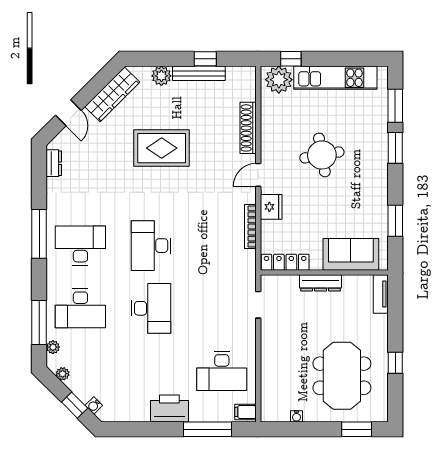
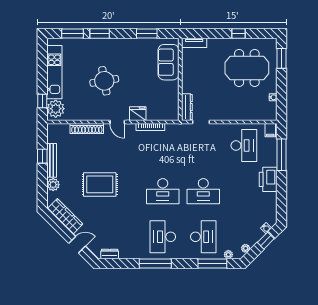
rug: (162, 148) -> (100, 184), turned 90
locker: (285, 262) -> (174, 105), removed
dresser: (321, 283) -> (187, 107), moved
desk: (151, 308) -> (203, 191), turned 180

